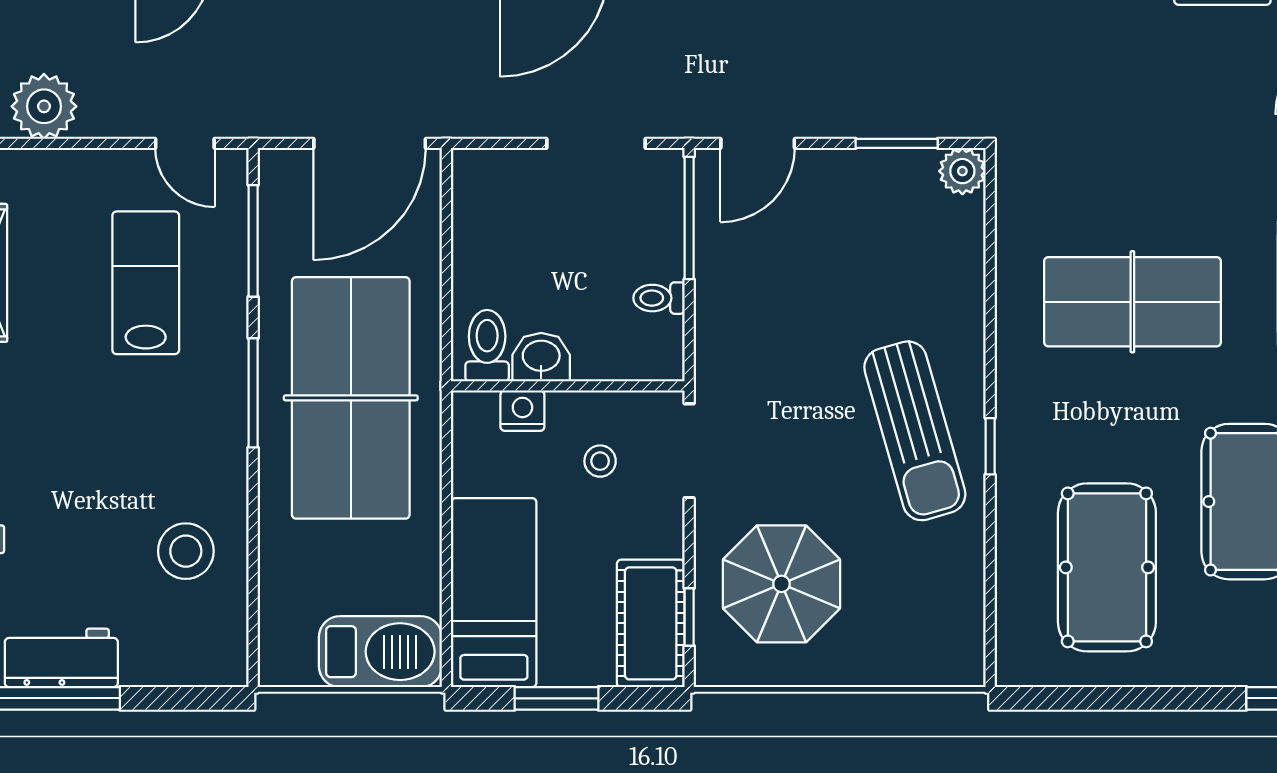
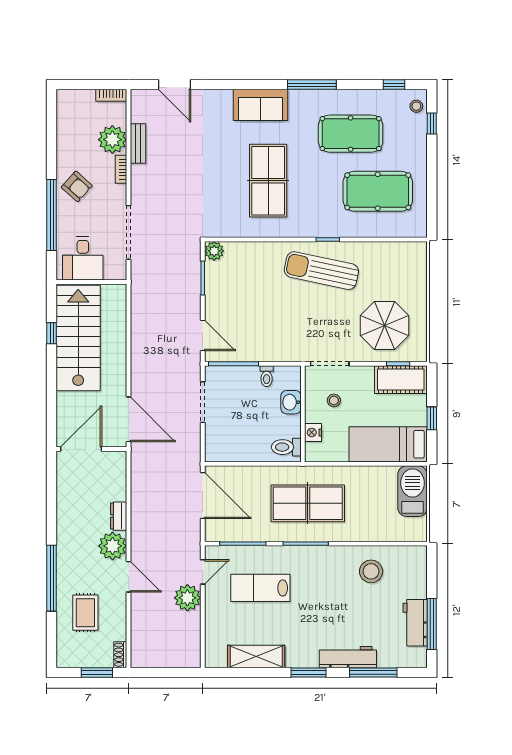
plant: (44, 106) -> (187, 598), moved
washbasin: (541, 357) -> (291, 402), moved
table tennis table: (351, 398) -> (308, 503), width x0.73, depth x0.76
sun lounger: (915, 431) -> (321, 271), turned -152
window: (556, 698) -> (432, 418), width x0.67

